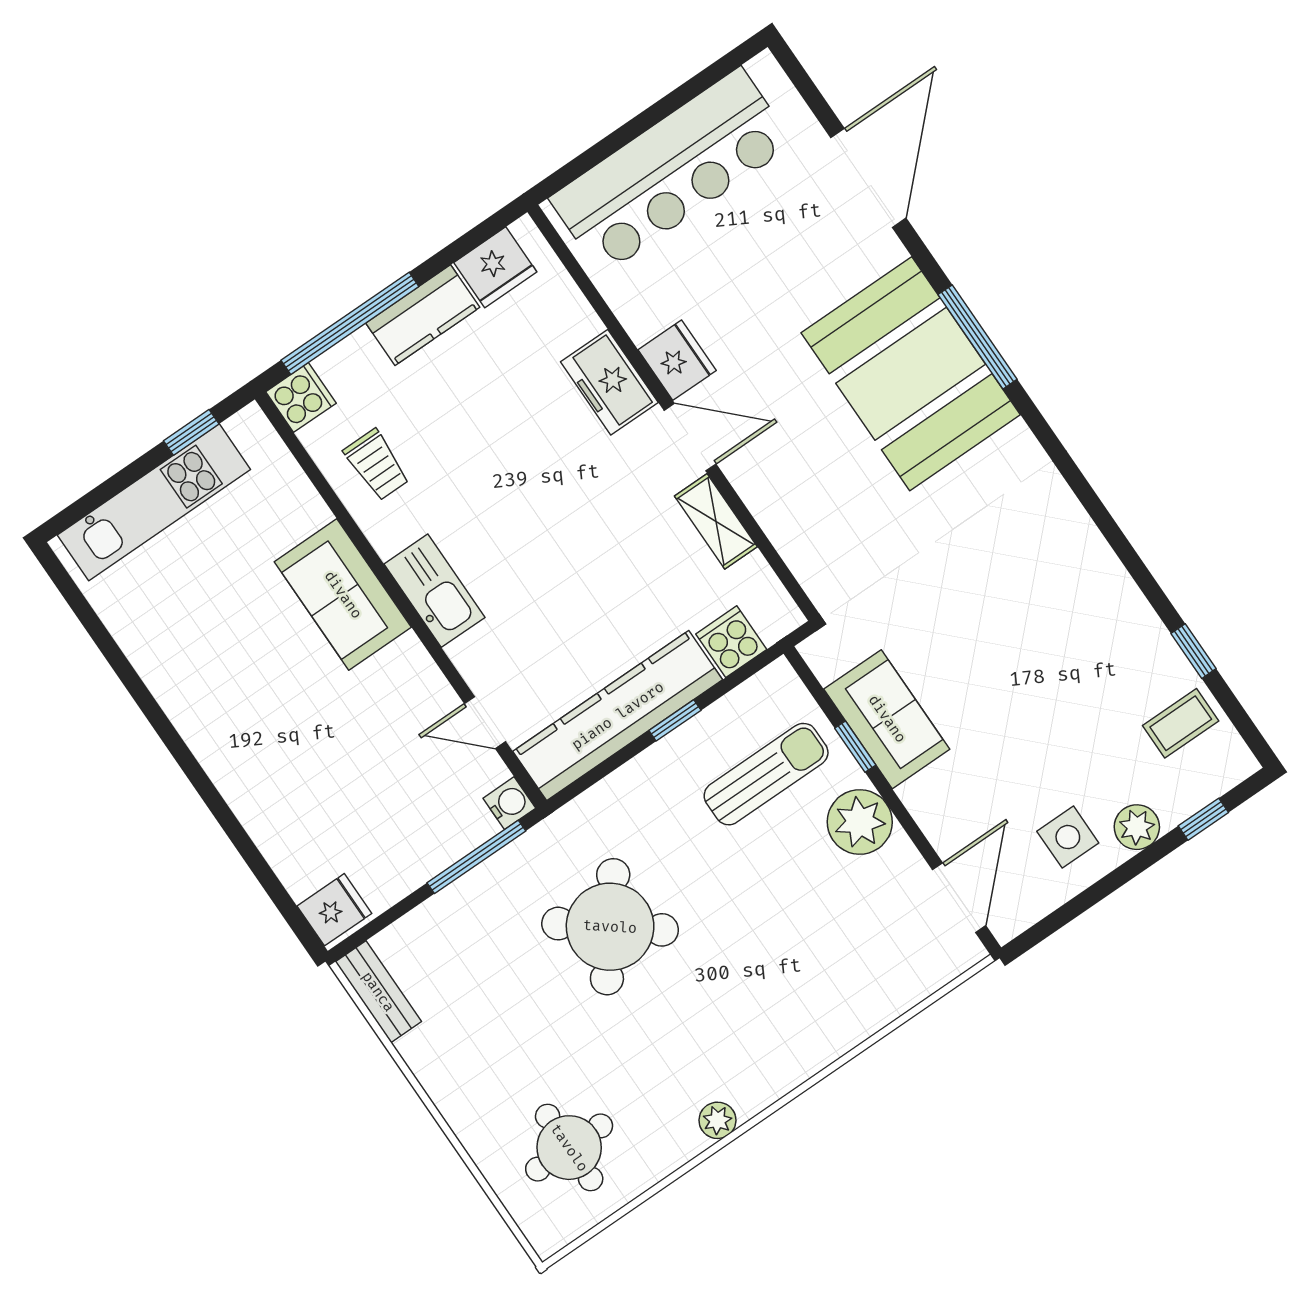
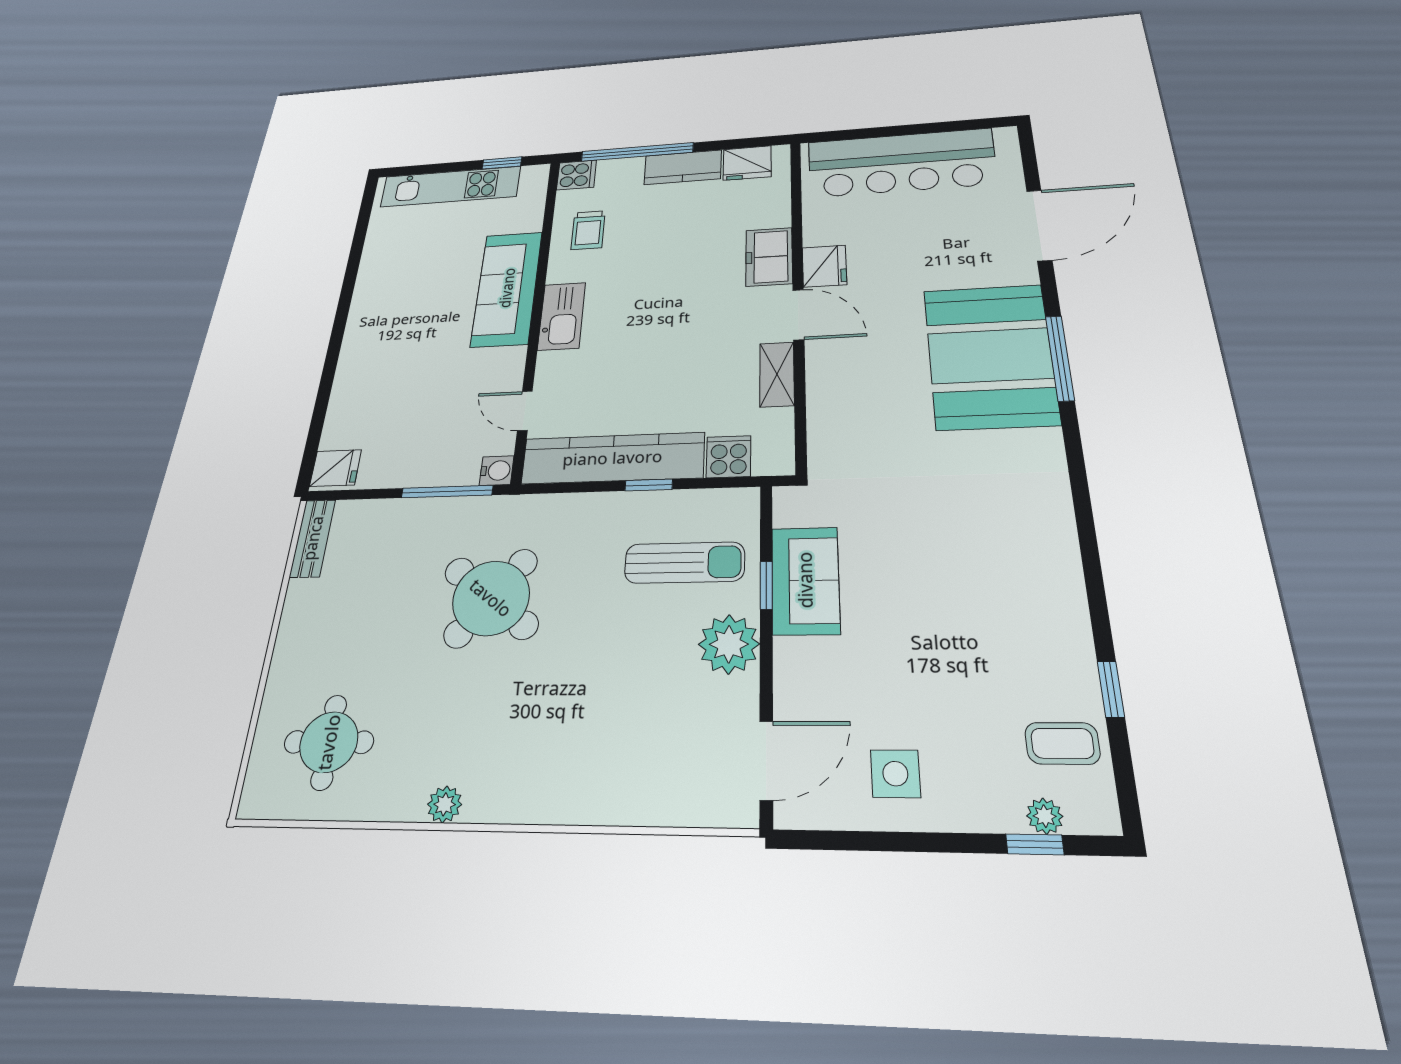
sofa: (343, 595) -> (507, 288), width x1.36
plant: (1137, 827) -> (1045, 816), moved, width x0.73, depth x0.73

